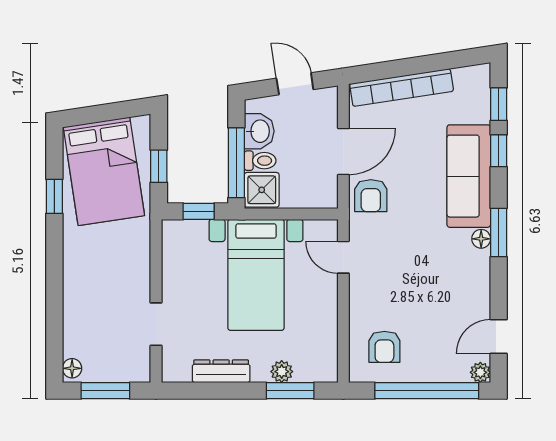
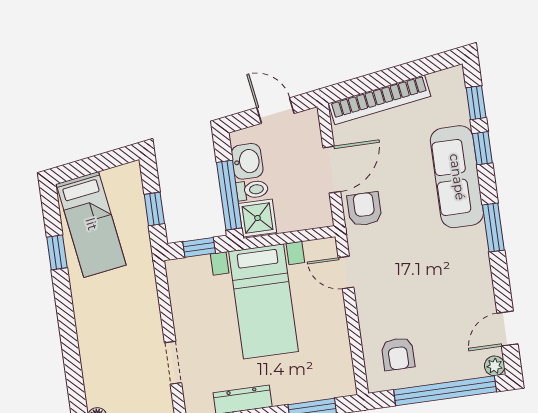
bed: (104, 171) -> (91, 224), width x0.67
armchair: (371, 196) -> (364, 209), turned 180
floor lamp: (481, 239) -> (477, 236), removed
plant: (282, 372) -> (301, 392), removed

